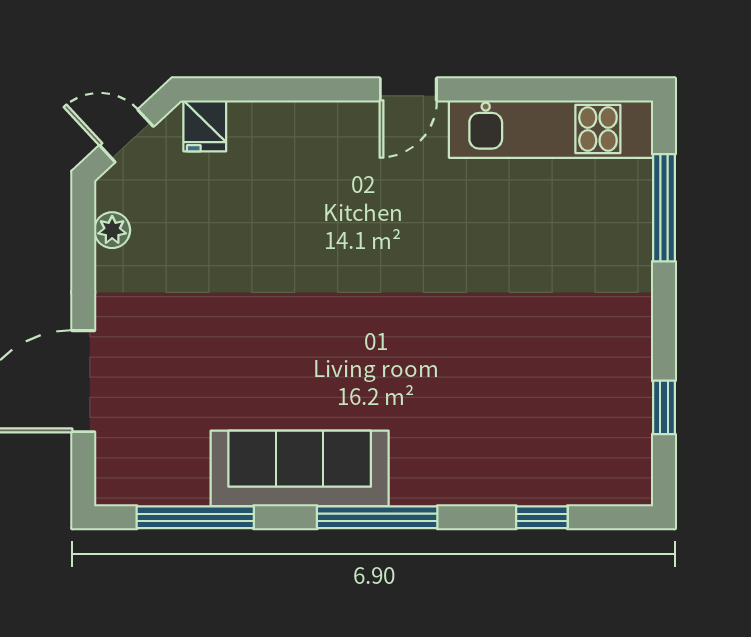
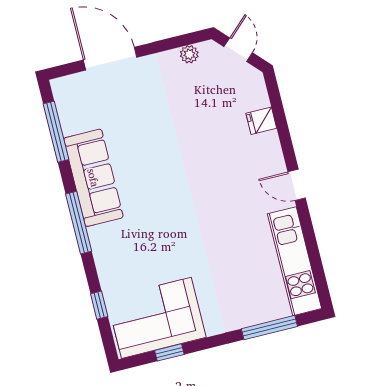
fridge: (205, 126) -> (261, 121), moved
corner sofa: (593, 416) -> (156, 318), added

